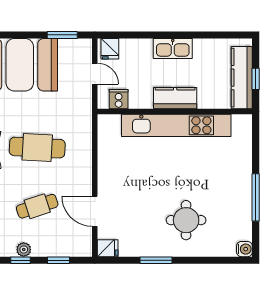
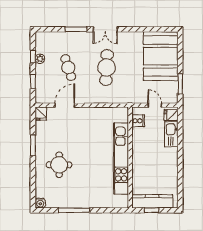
kitchen sink: (173, 49) -> (171, 134), moved
door: (95, 74) -> (155, 105), swing flipped
kitchen counter: (175, 98) -> (139, 158), removed

